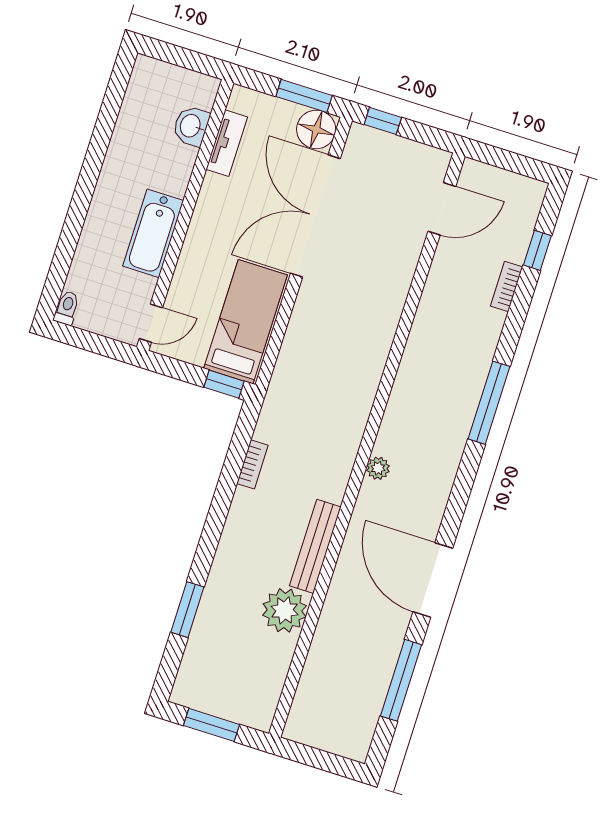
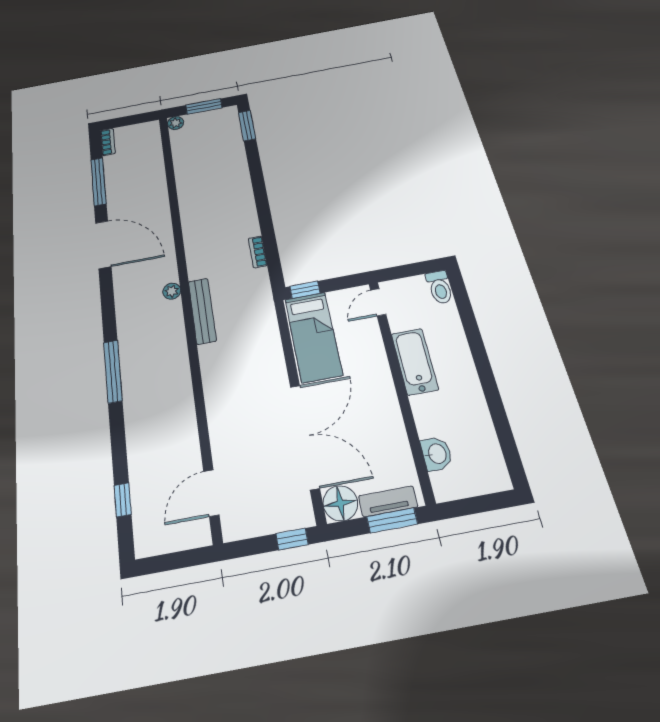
window: (304, 96) -> (392, 520), moved
tv unit: (227, 143) -> (388, 501), moved, turned 90
bookcase: (507, 287) -> (108, 142), moved
toilet: (67, 308) -> (440, 287), width x1.37, depth x1.39
bench: (315, 546) -> (202, 311), moved
window: (187, 610) -> (247, 125), moved
plant: (285, 610) -> (176, 123), moved, width x0.53, depth x0.53

